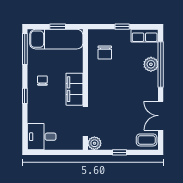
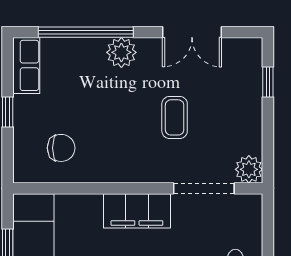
plant: (151, 64) -> (121, 52), moved
coffee table: (147, 140) -> (175, 117), moved
window: (120, 152) -> (268, 82), moved

